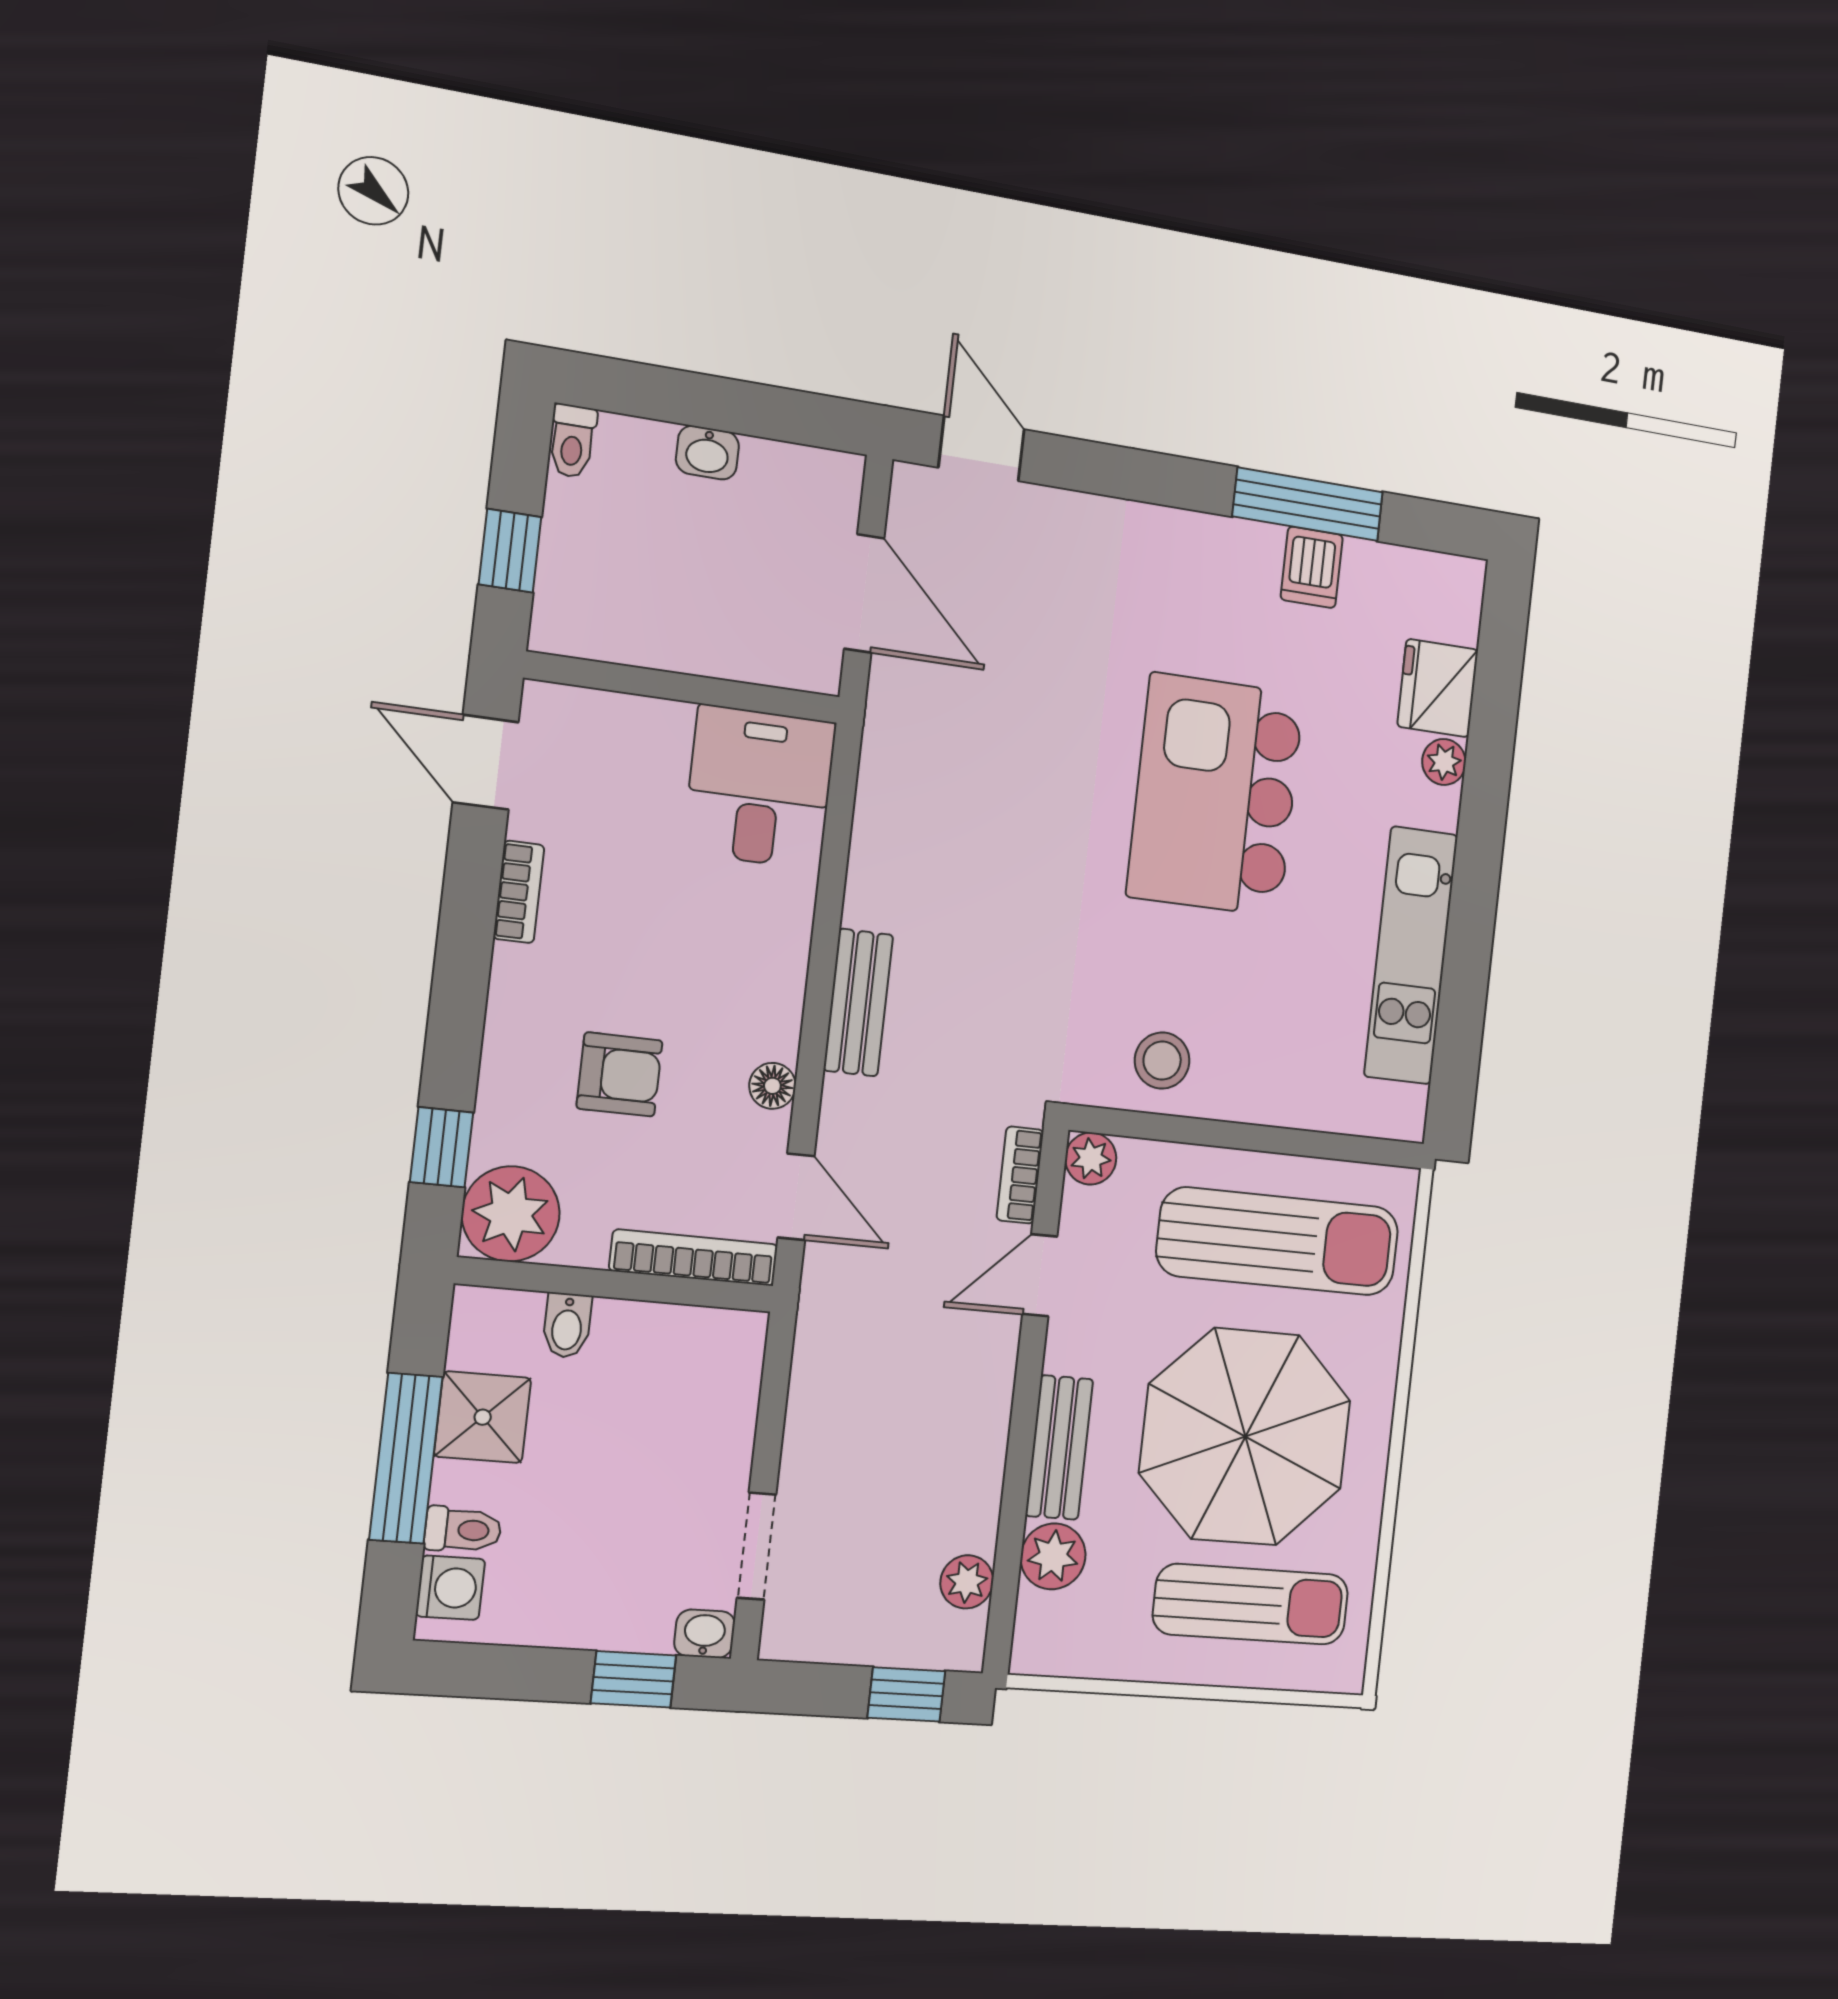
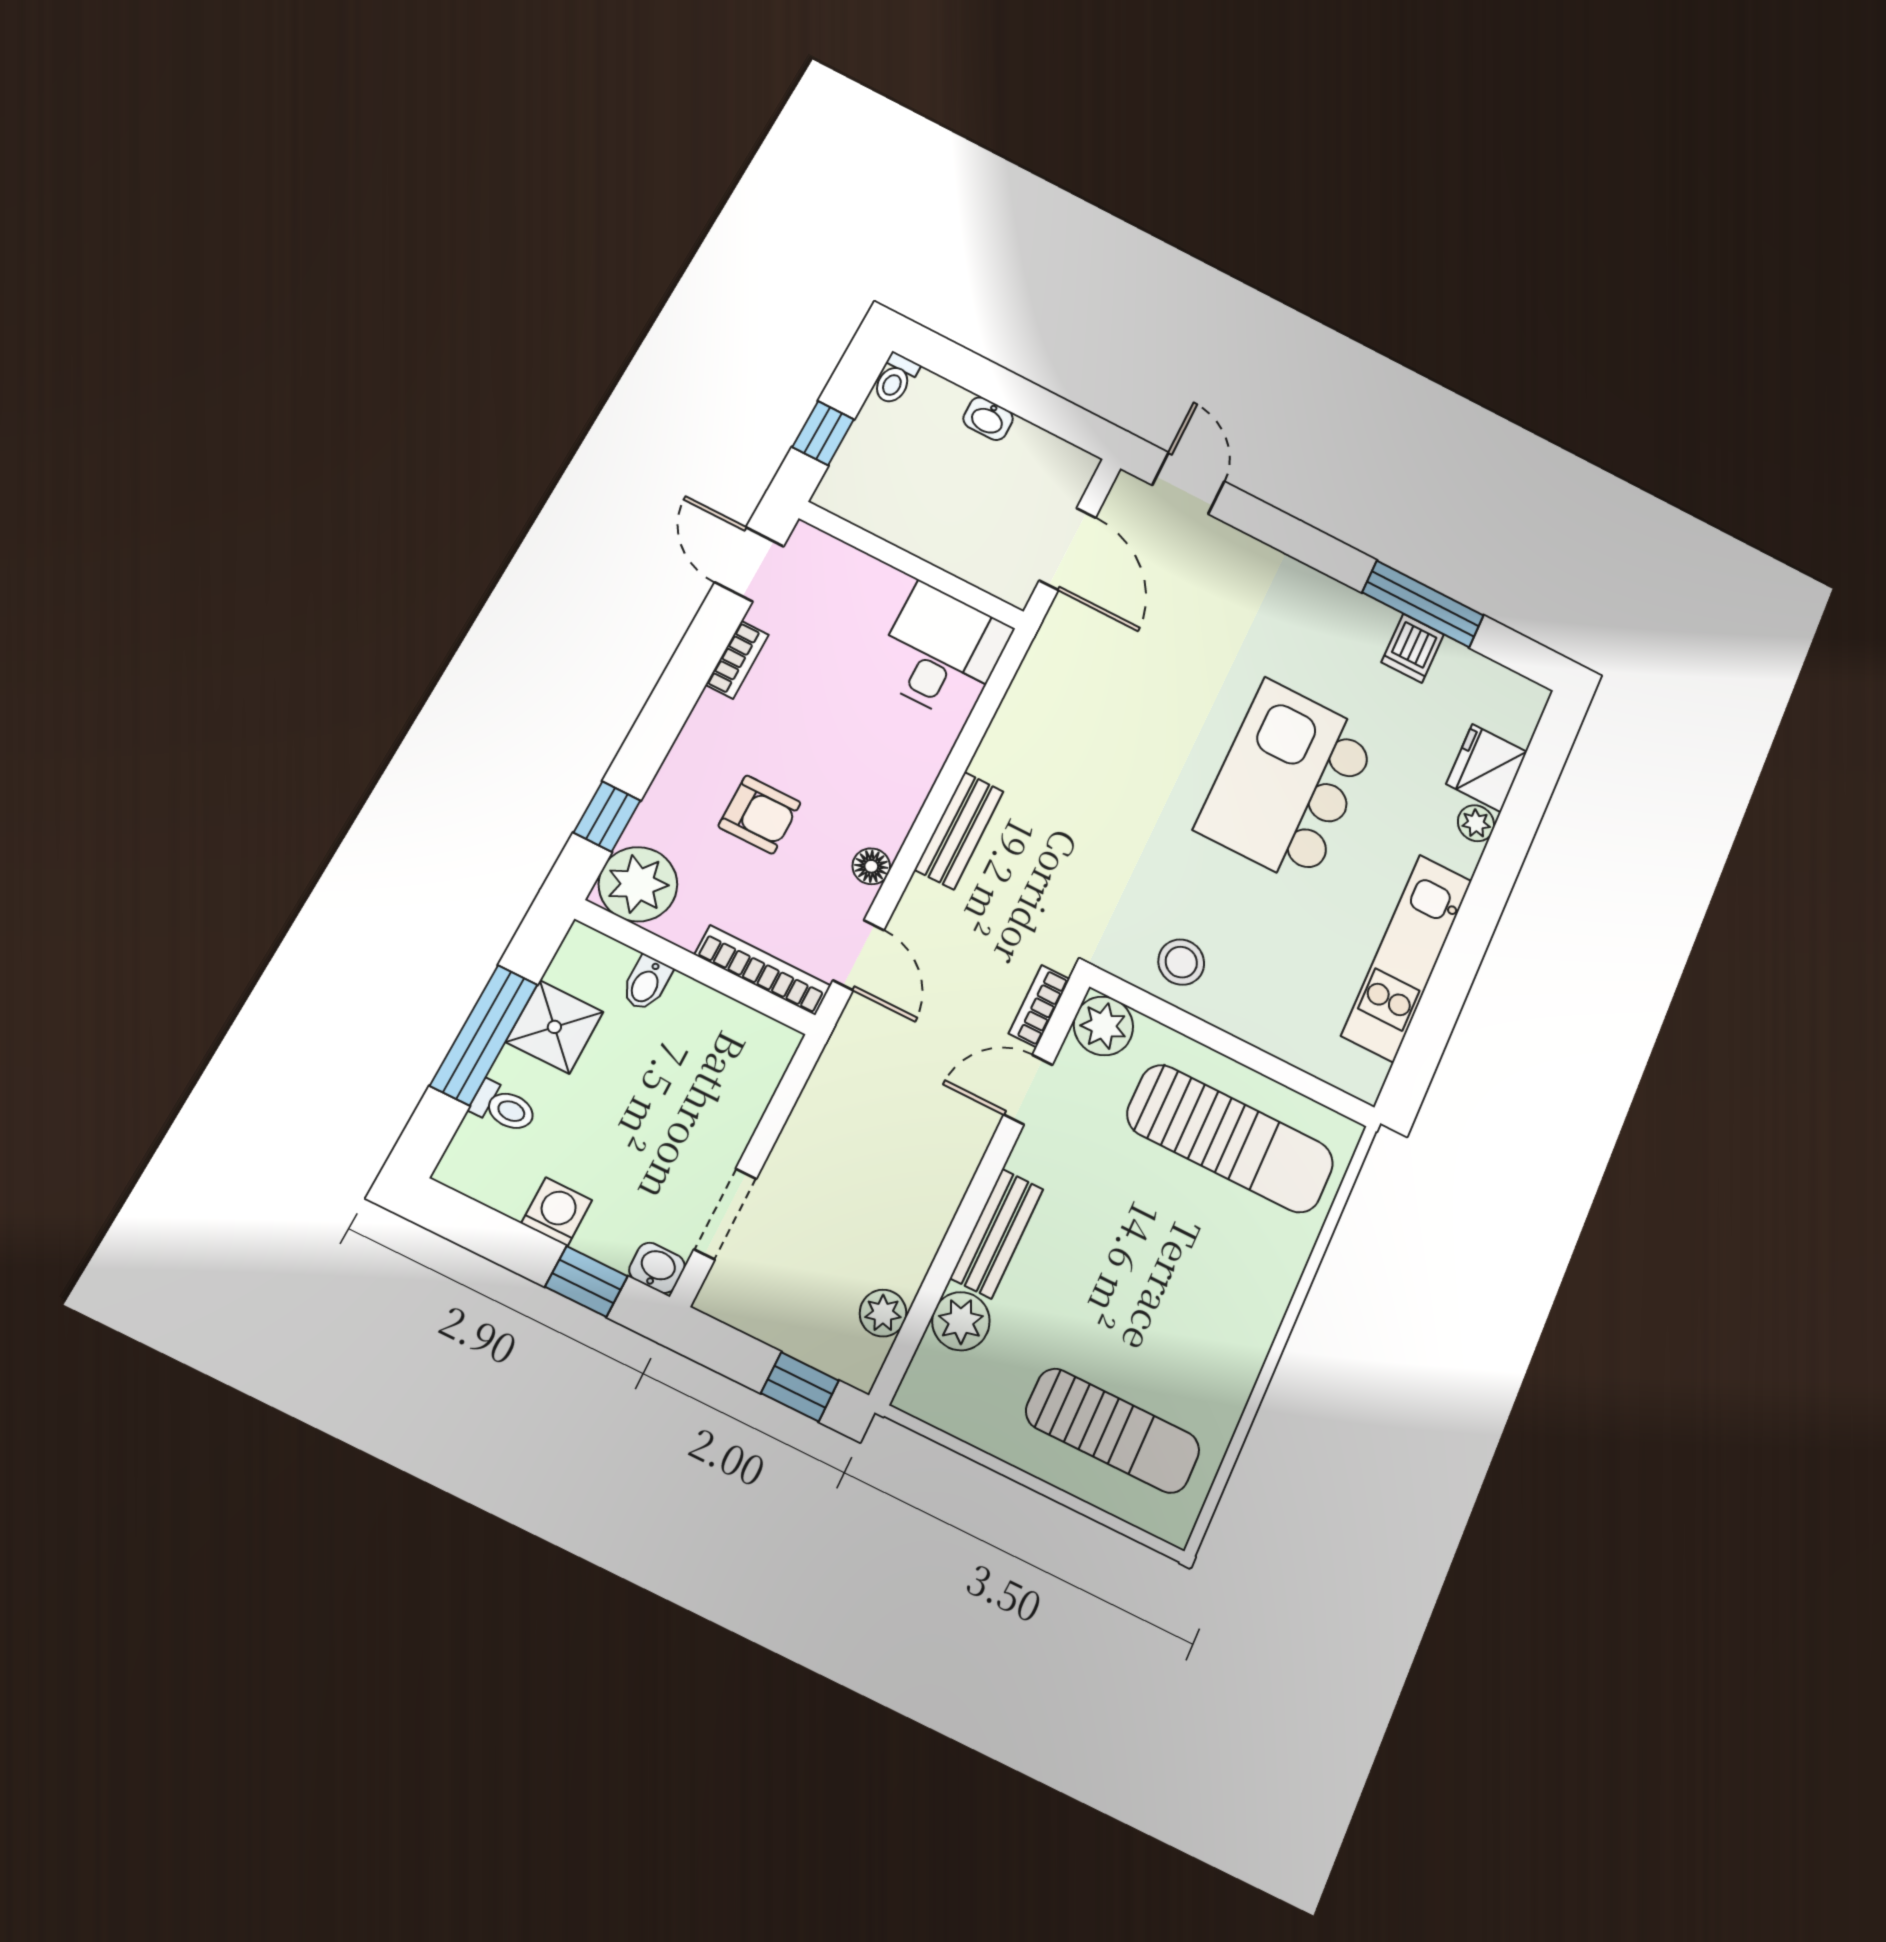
plant: (1091, 1159) -> (1103, 1026), width x1.38, depth x1.38
parasol: (1245, 1437) -> (1153, 1287), removed
washing machine: (450, 1588) -> (557, 1212), moved, turned -90

